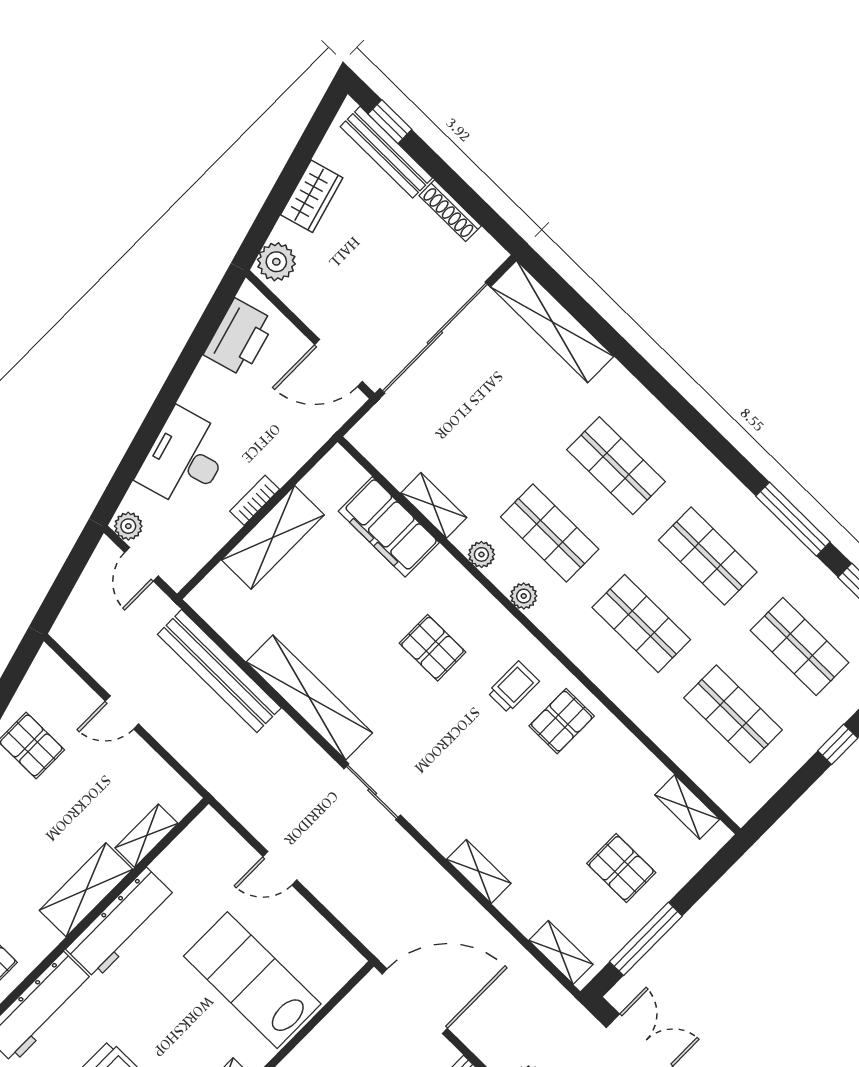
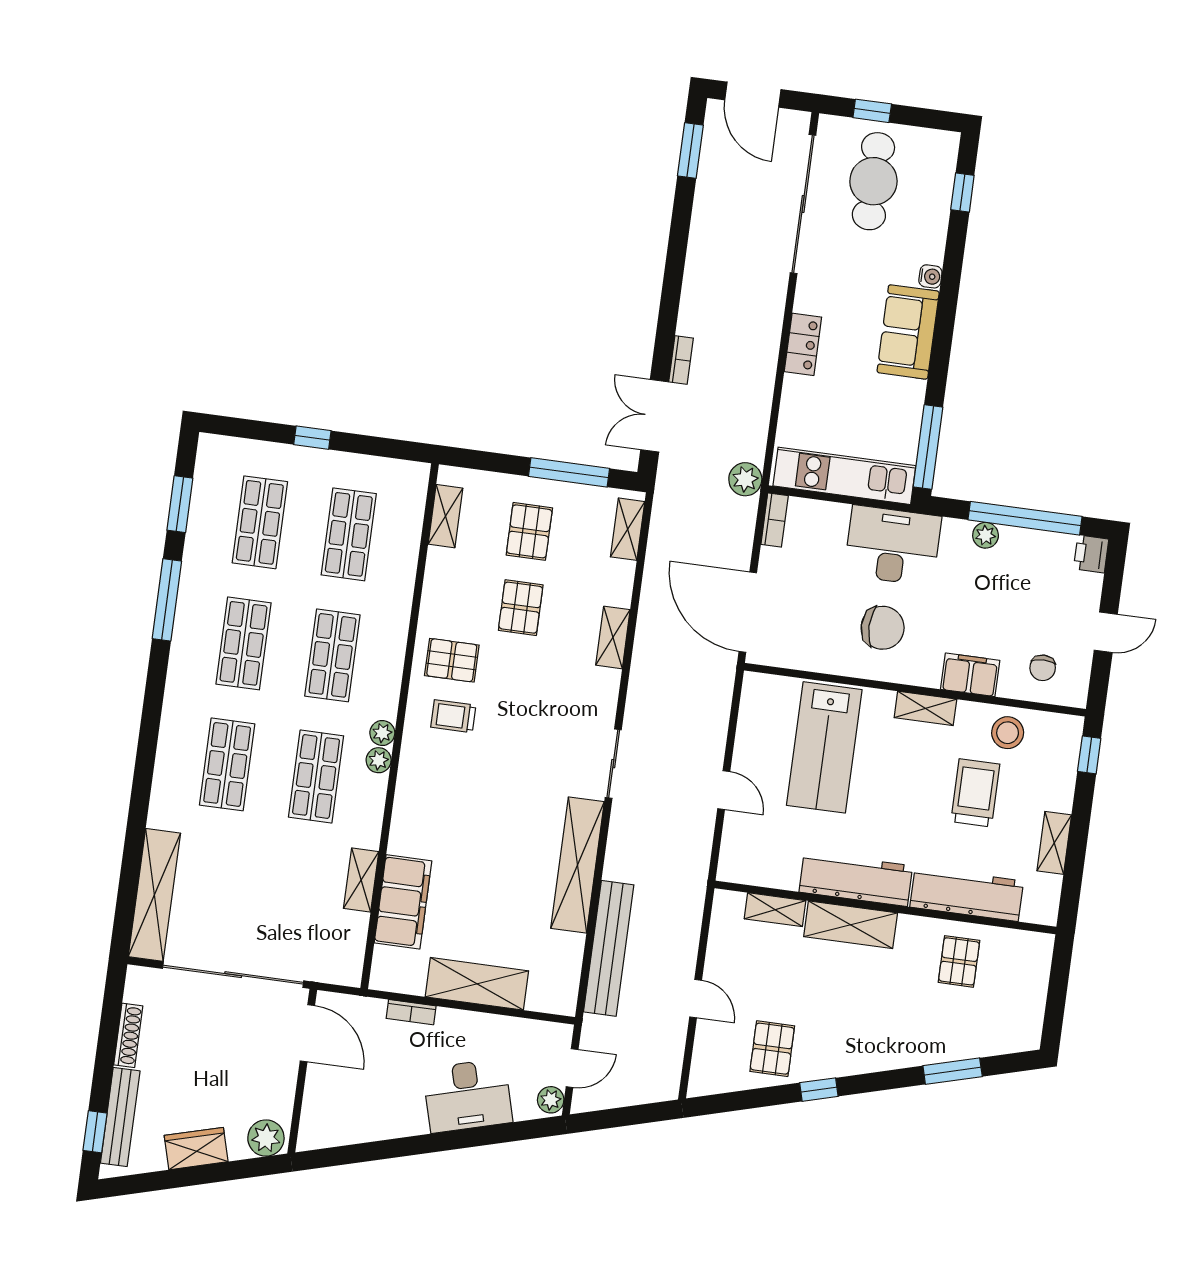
printer: (239, 338) -> (344, 1123), removed
bookcase: (255, 500) -> (411, 1012), moved
plant: (481, 554) -> (382, 733), moved
pallet: (433, 648) -> (521, 608), moved

